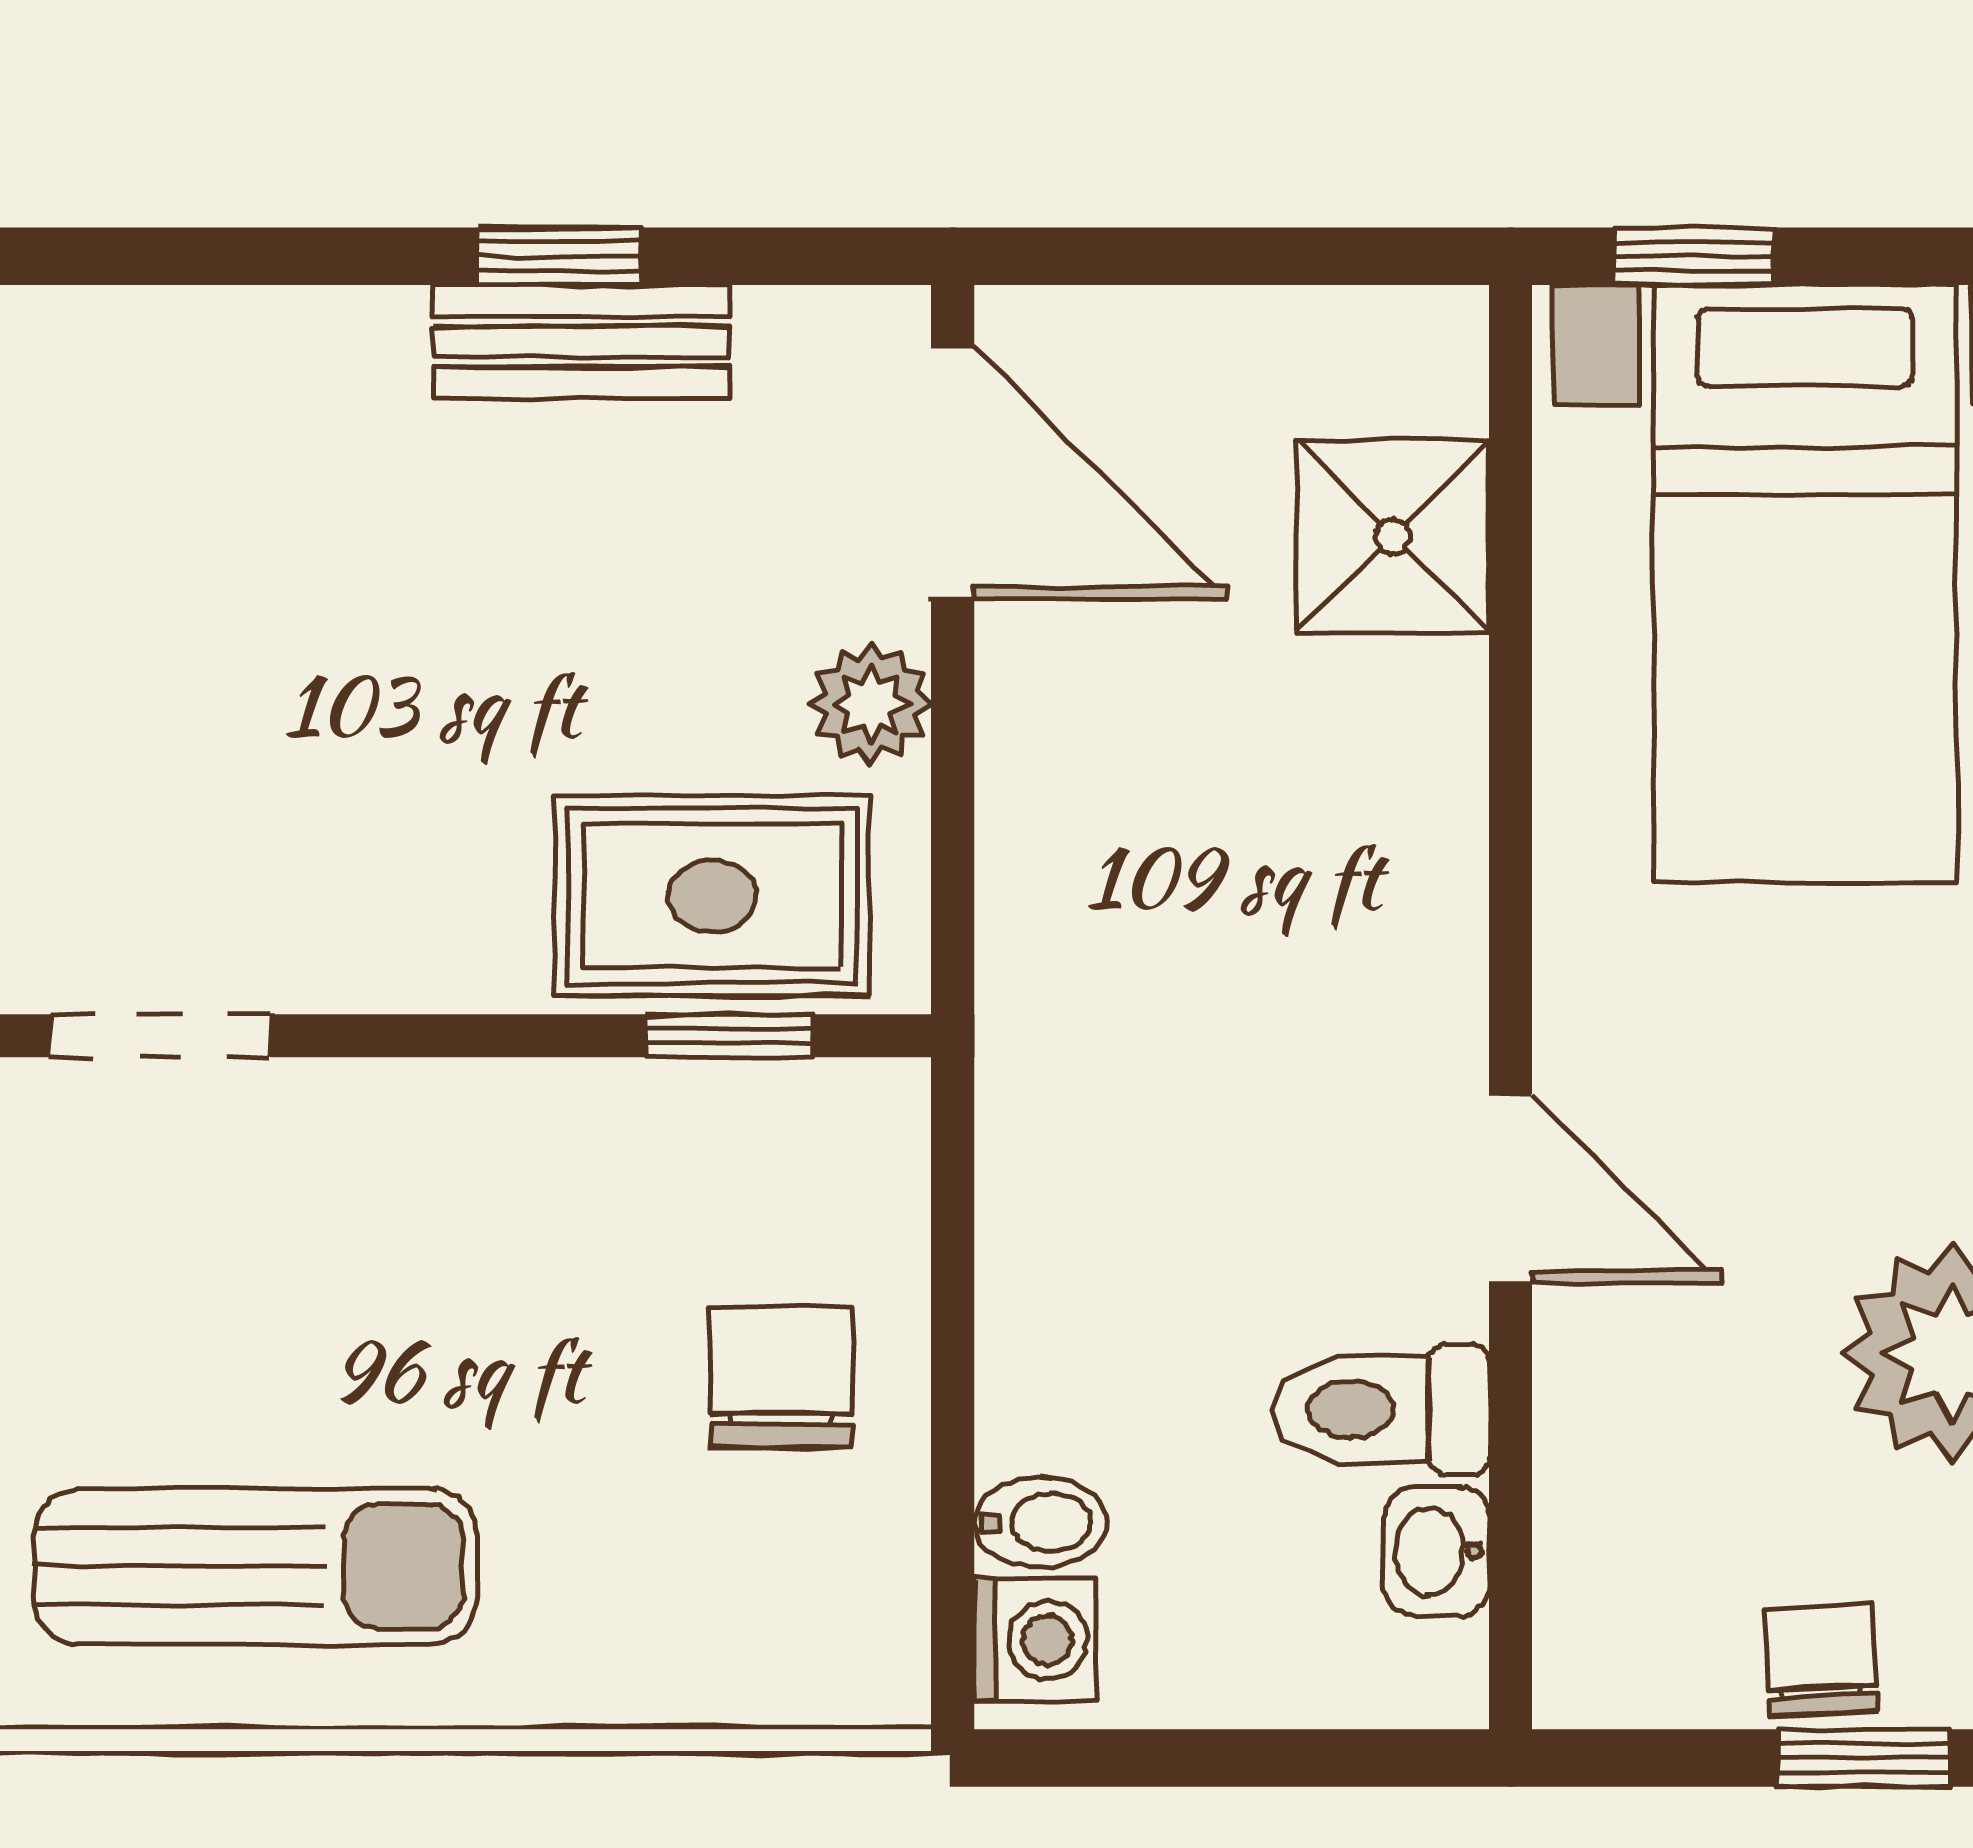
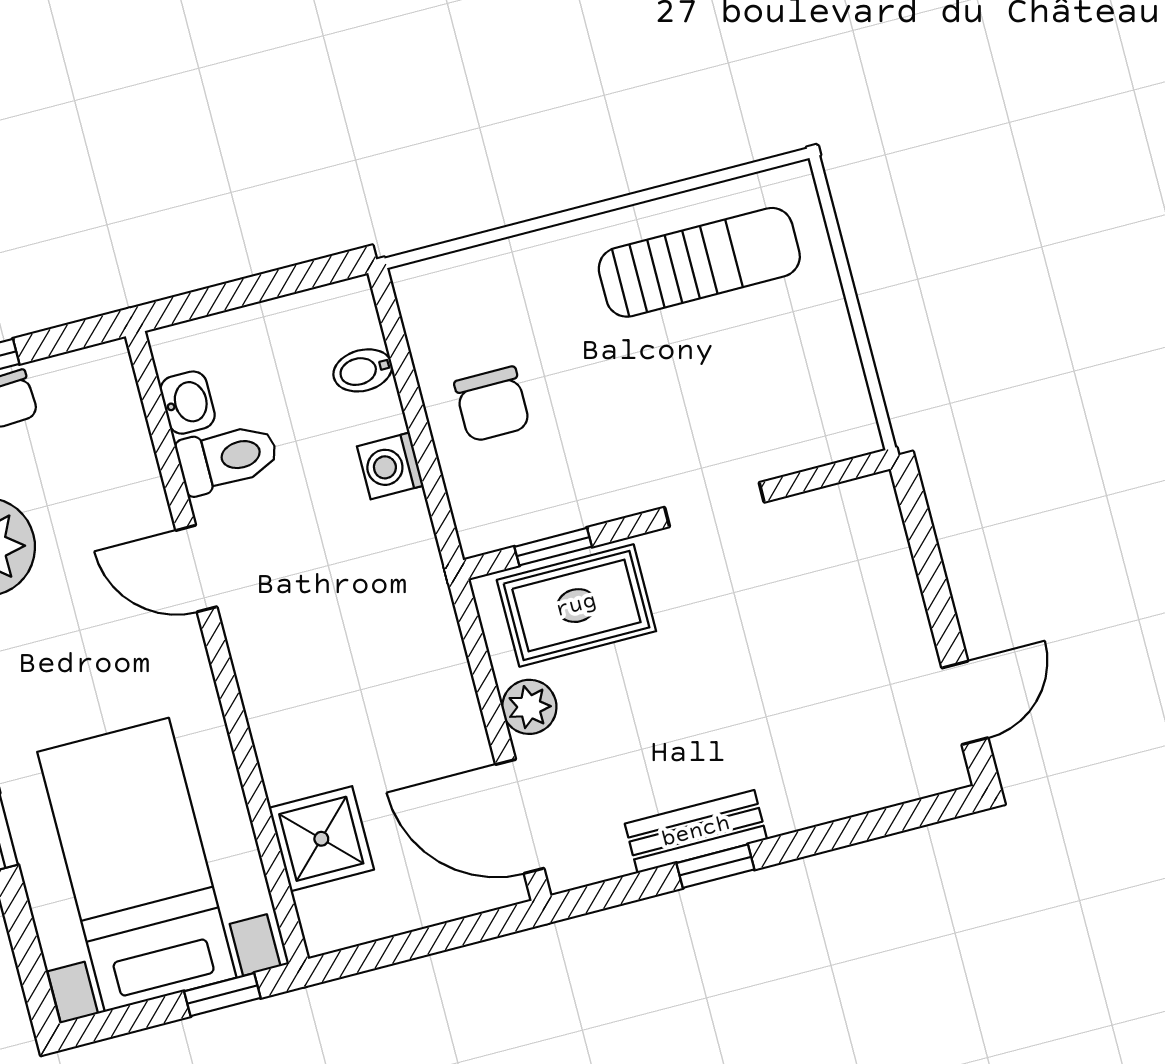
doorway: (160, 1036) -> (714, 505), moved
sun lounger: (255, 1566) -> (699, 262), turned 180
washing machine: (1035, 1640) -> (390, 466), moved

